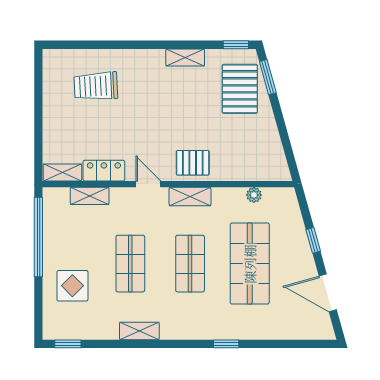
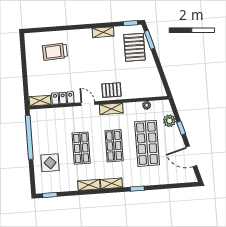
shelving: (90, 196) -> (111, 183), moved
plant: (293, 226) -> (169, 121), added

